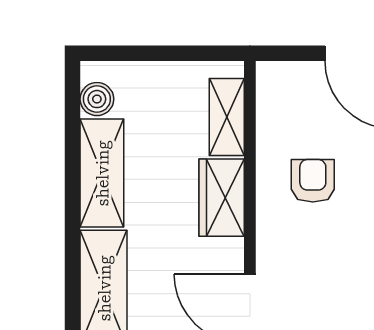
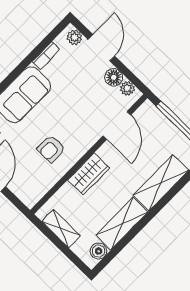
shelving: (227, 117) -> (61, 229), moved, turned 90

